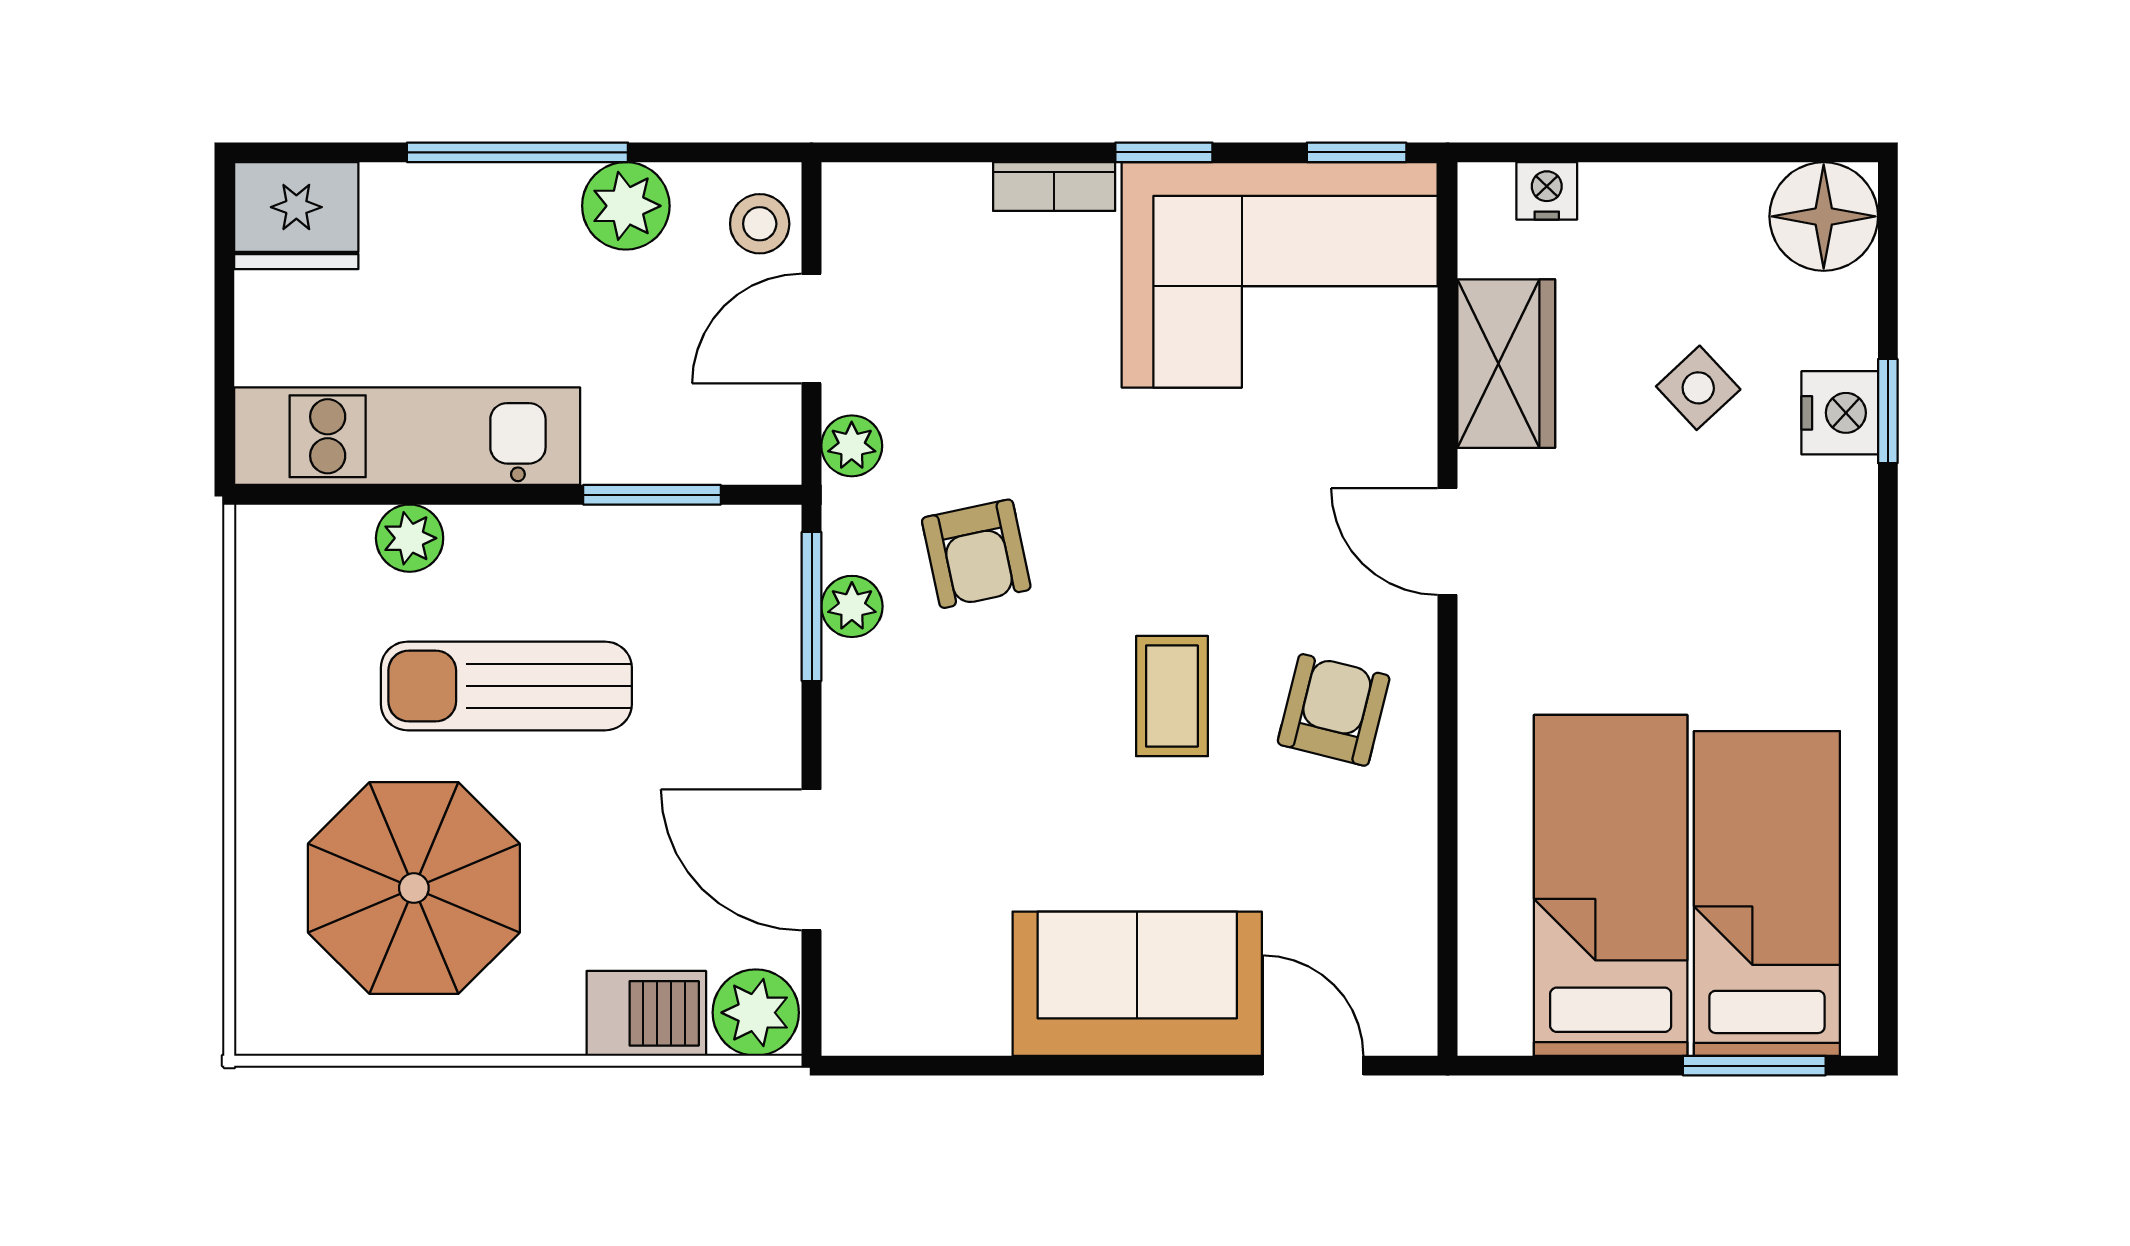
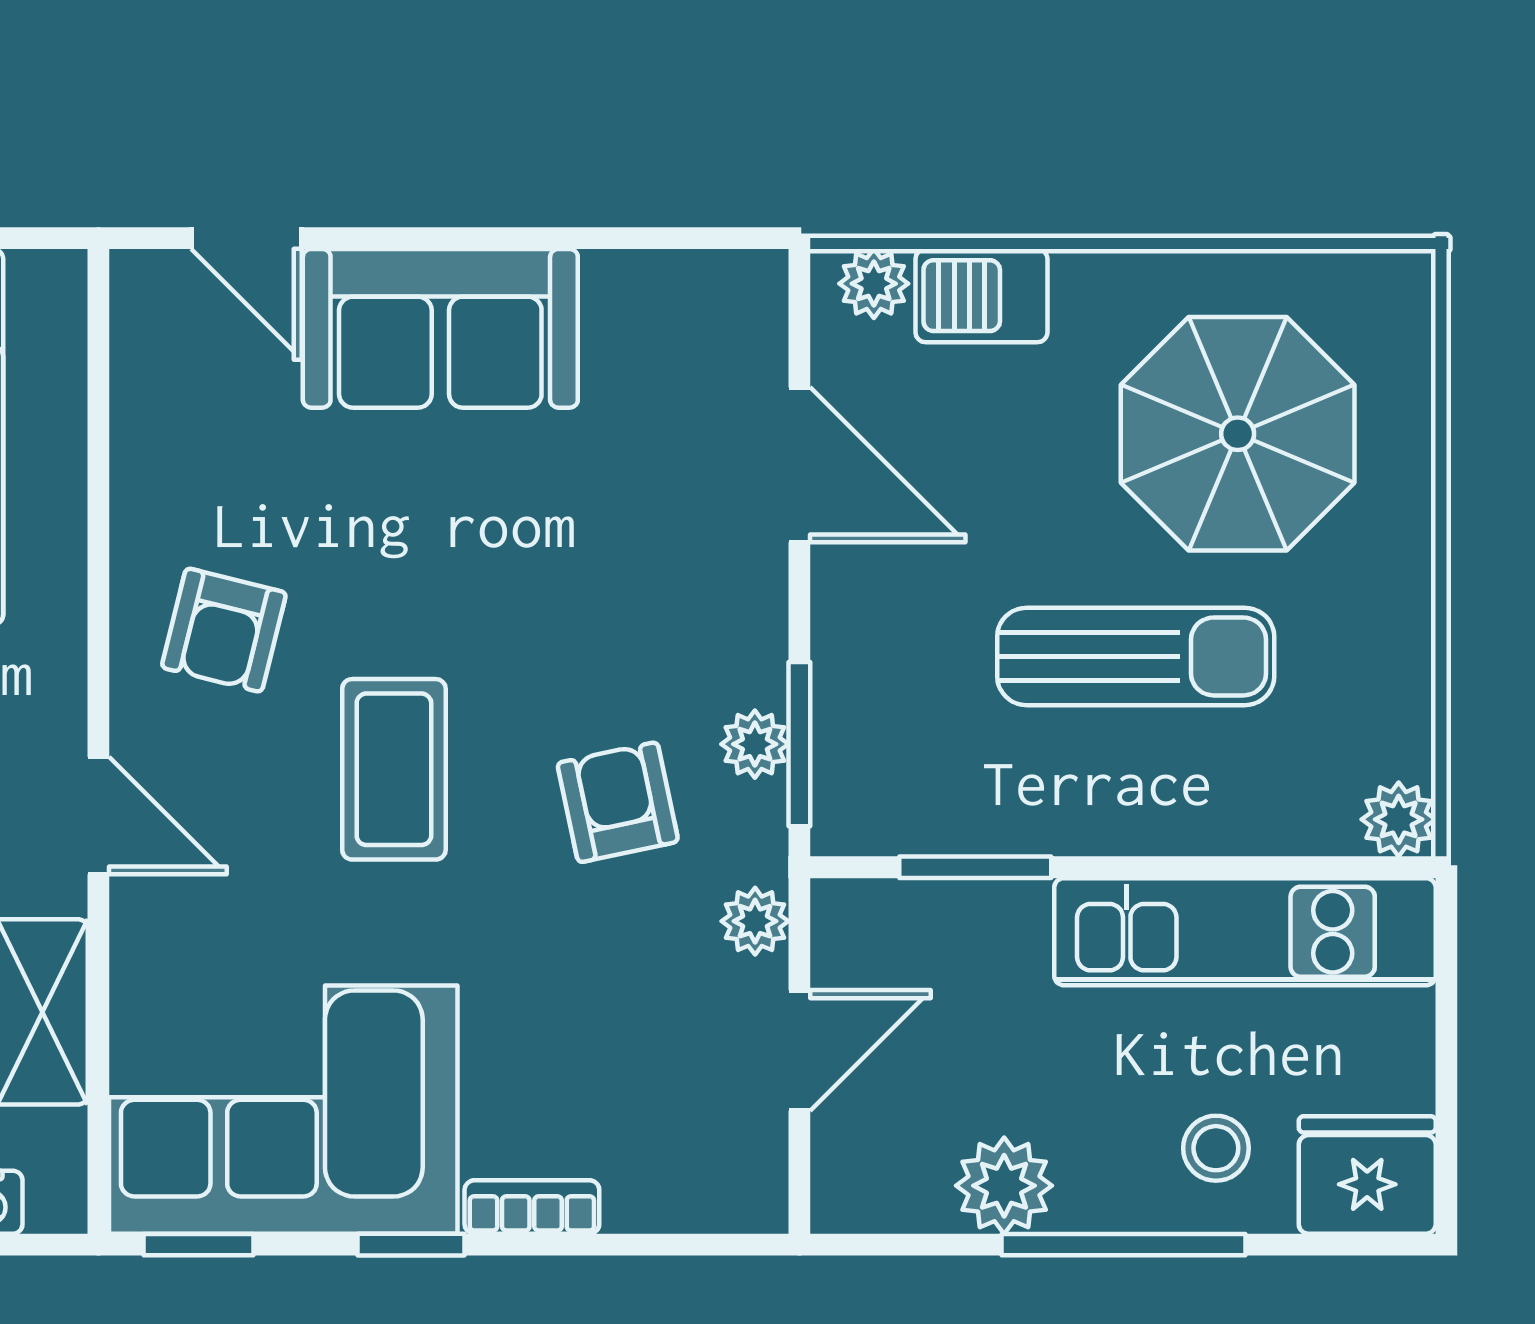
stool: (760, 224) -> (1216, 1148), moved
plant: (410, 538) -> (1399, 819), moved
coffee table: (1172, 696) -> (394, 769), moved, width x1.36, depth x1.30
plant: (756, 1013) -> (874, 284), width x0.73, depth x0.73

